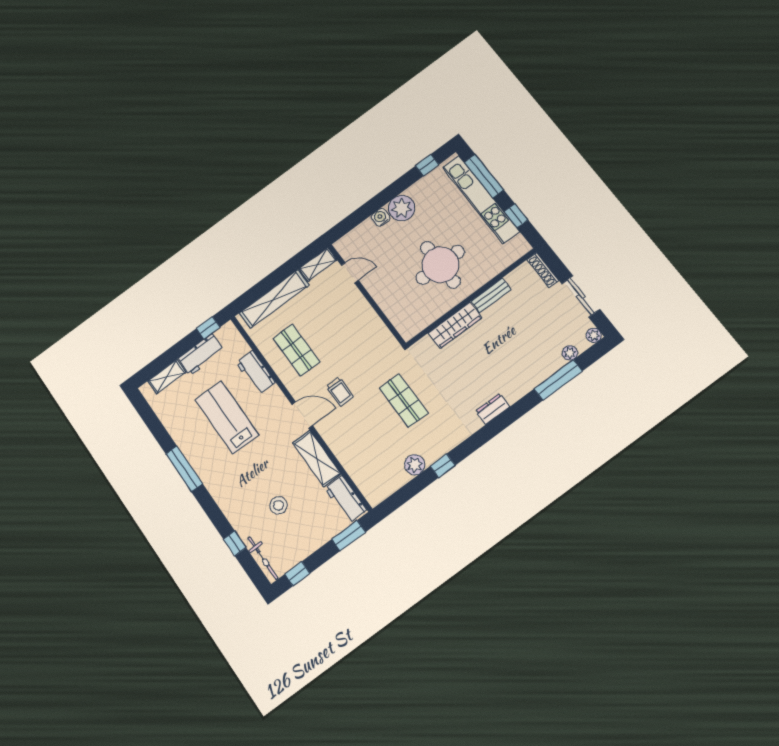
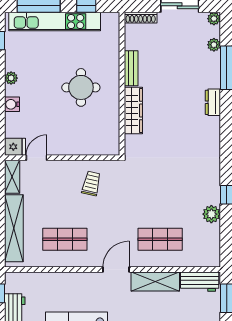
plant: (402, 208) -> (11, 78), width x0.53, depth x0.53
fridge: (346, 247) -> (15, 147), added
round table: (440, 265) -> (81, 87), width x0.73, depth x0.73
workbench: (256, 372) -> (59, 281), removed
trolley: (340, 392) -> (91, 183), moved, turned -77
shop shelf: (404, 401) -> (160, 239), moved
dresser: (493, 409) -> (213, 102), moved

